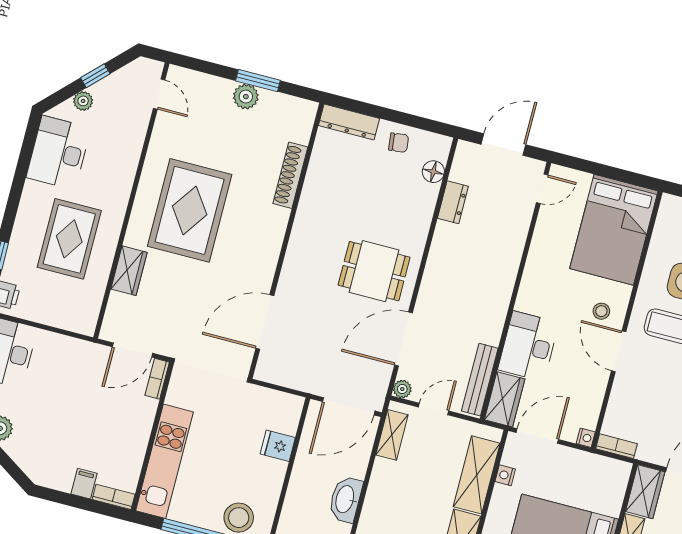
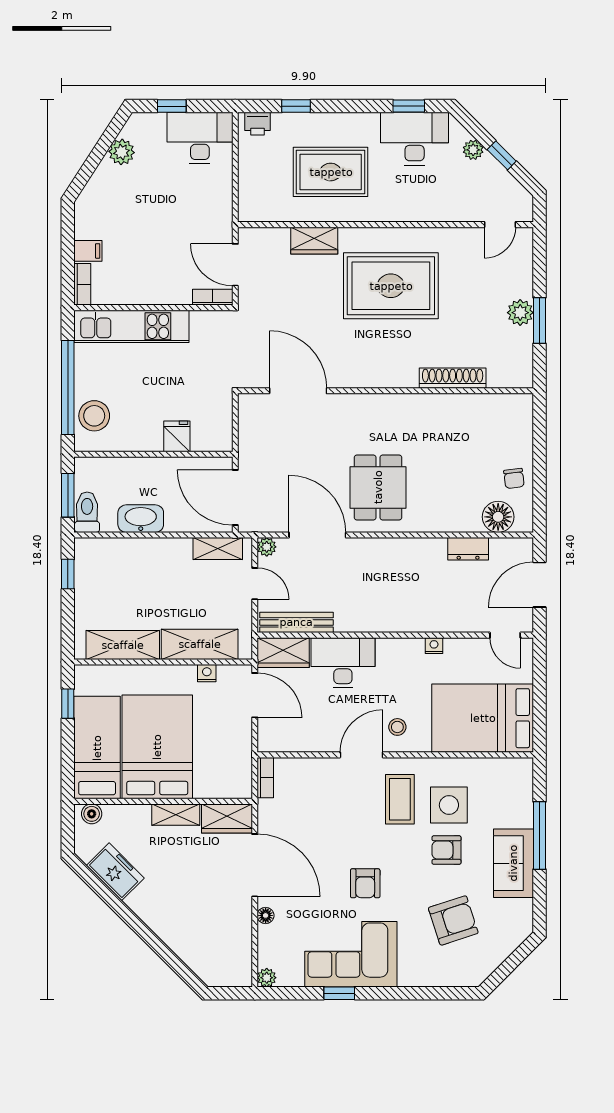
dresser: (349, 122) -> (522, 423), removed
door: (503, 145) -> (540, 585), swing flipped
window: (27, 150) -> (409, 106), added
floor lamp: (433, 172) -> (498, 517), width x1.38, depth x1.38
nightstand: (586, 438) -> (434, 646), moved, turned 180

